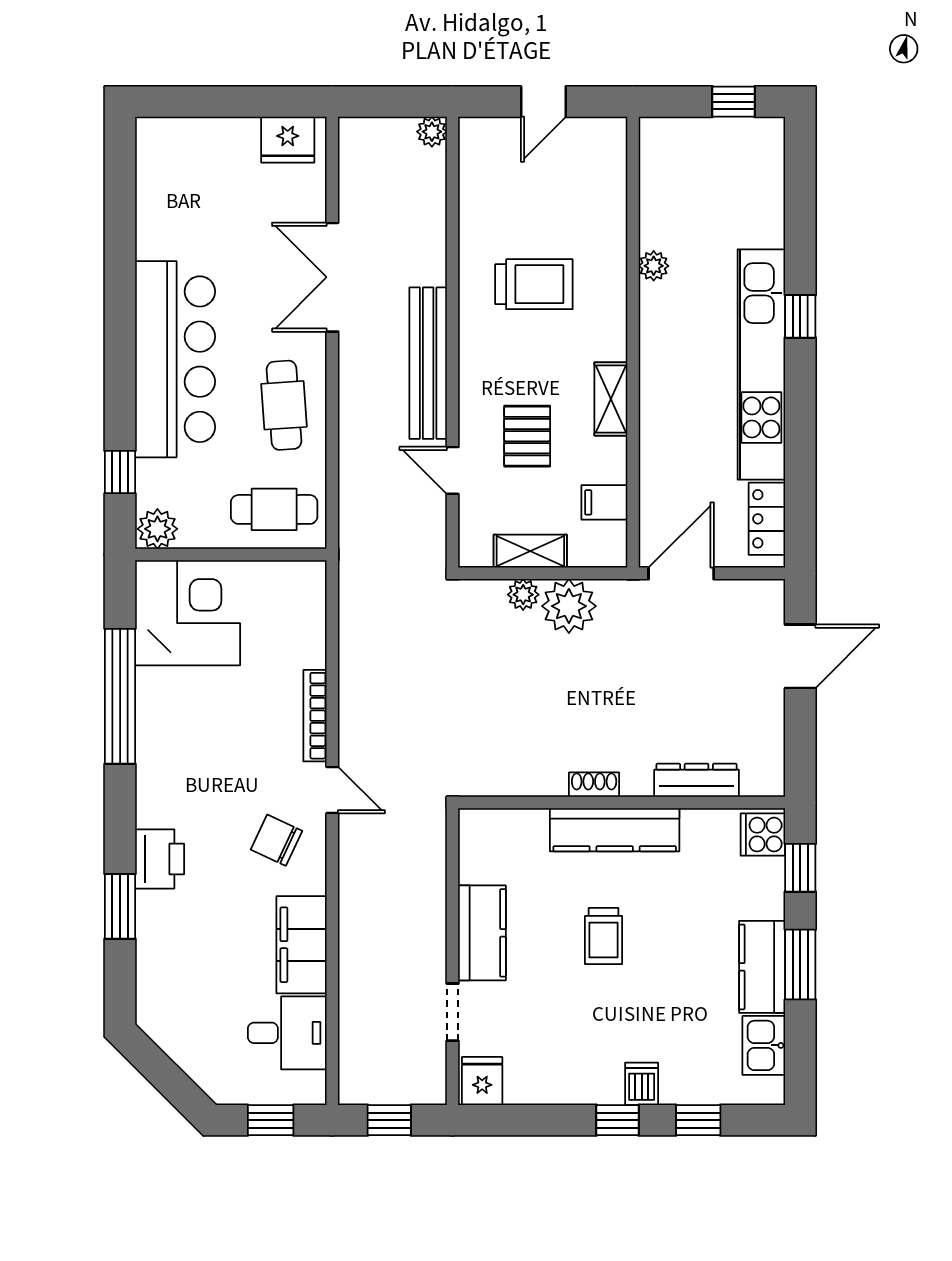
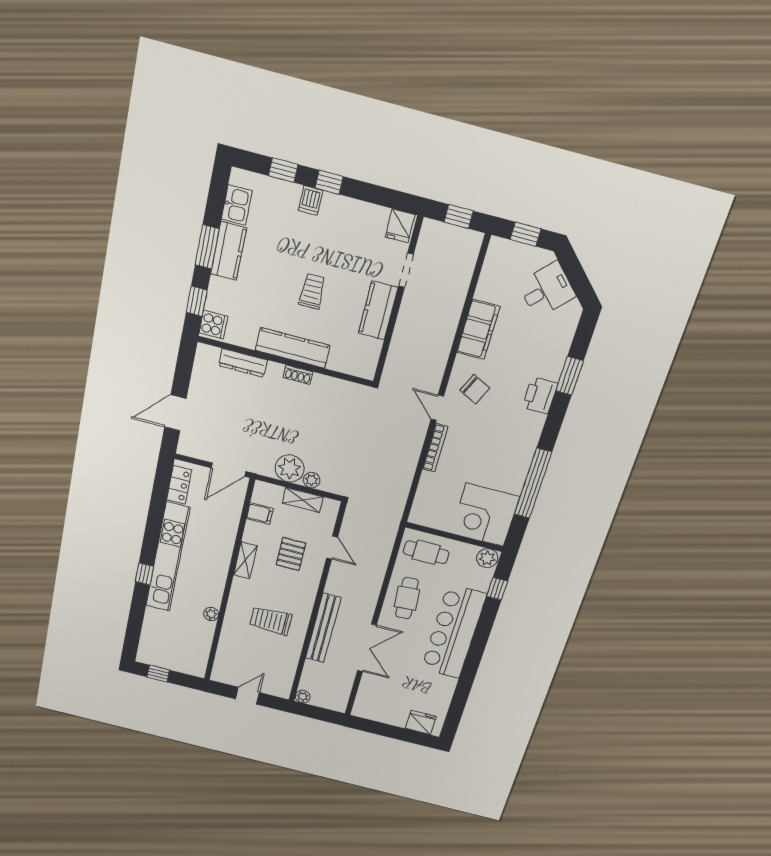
fridge: (288, 140) -> (421, 722), moved
bench: (428, 363) -> (323, 628), moved
desk: (287, 1033) -> (547, 290), moved, turned 135

